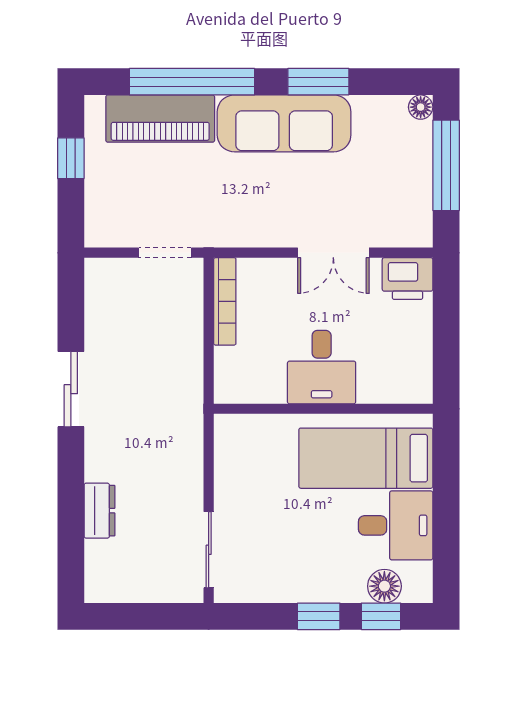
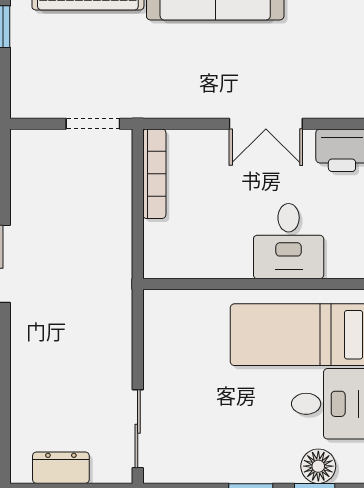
desk: (322, 367) -> (289, 241), moved
dresser: (100, 511) -> (61, 468), moved, turned -90

